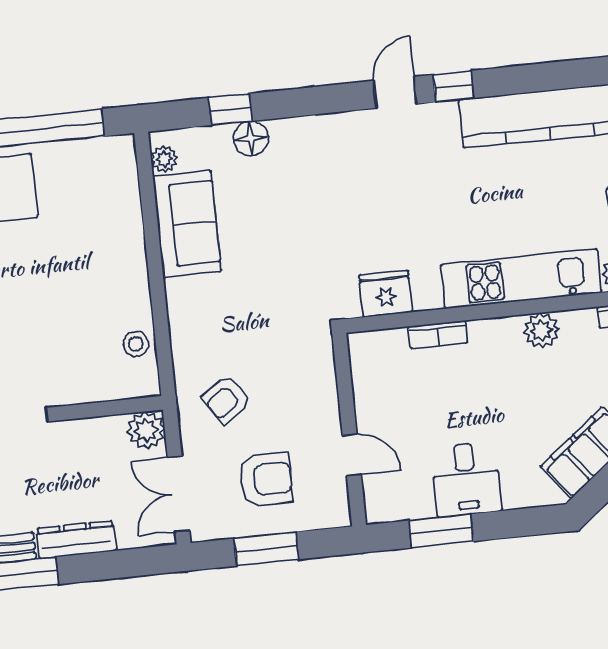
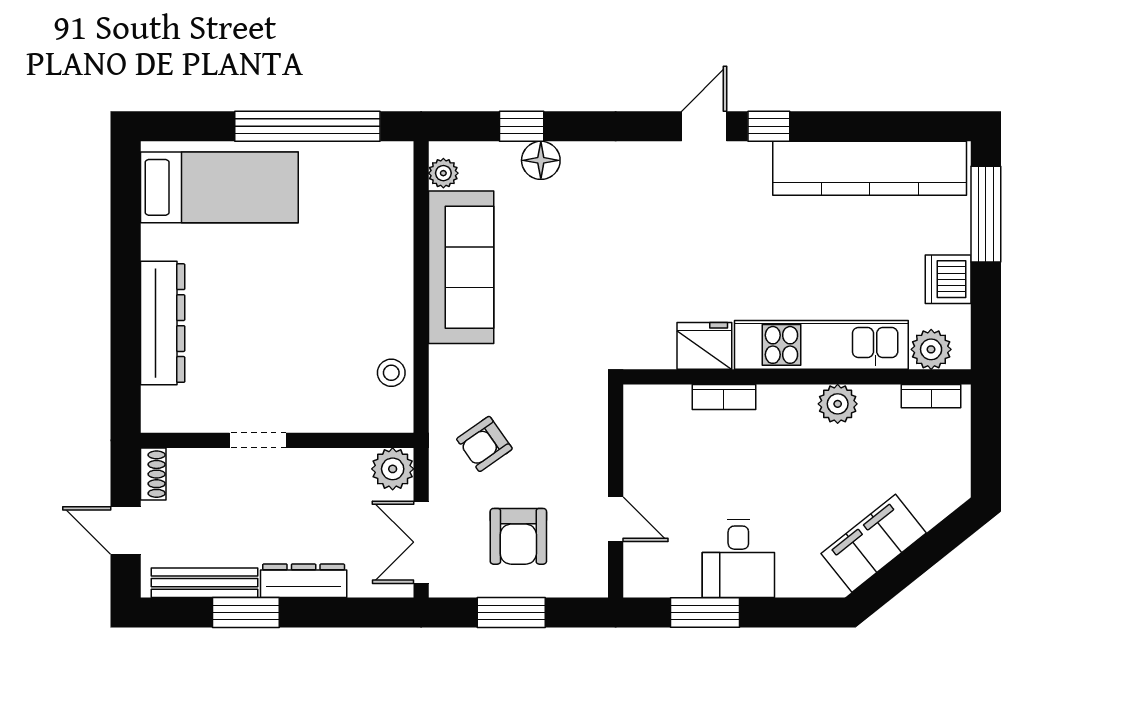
sofa: (187, 224) -> (461, 267), width x1.36
fridge: (386, 294) -> (704, 346), moved
armchair: (266, 480) -> (518, 536), turned 90

